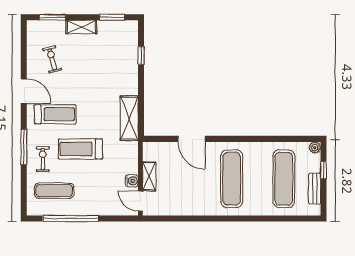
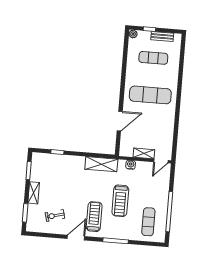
exercise bike: (43, 159) -> (125, 228), removed
exercise mat: (284, 179) -> (153, 58), width x0.73, depth x0.69
water cooler: (132, 181) -> (131, 165), moved

